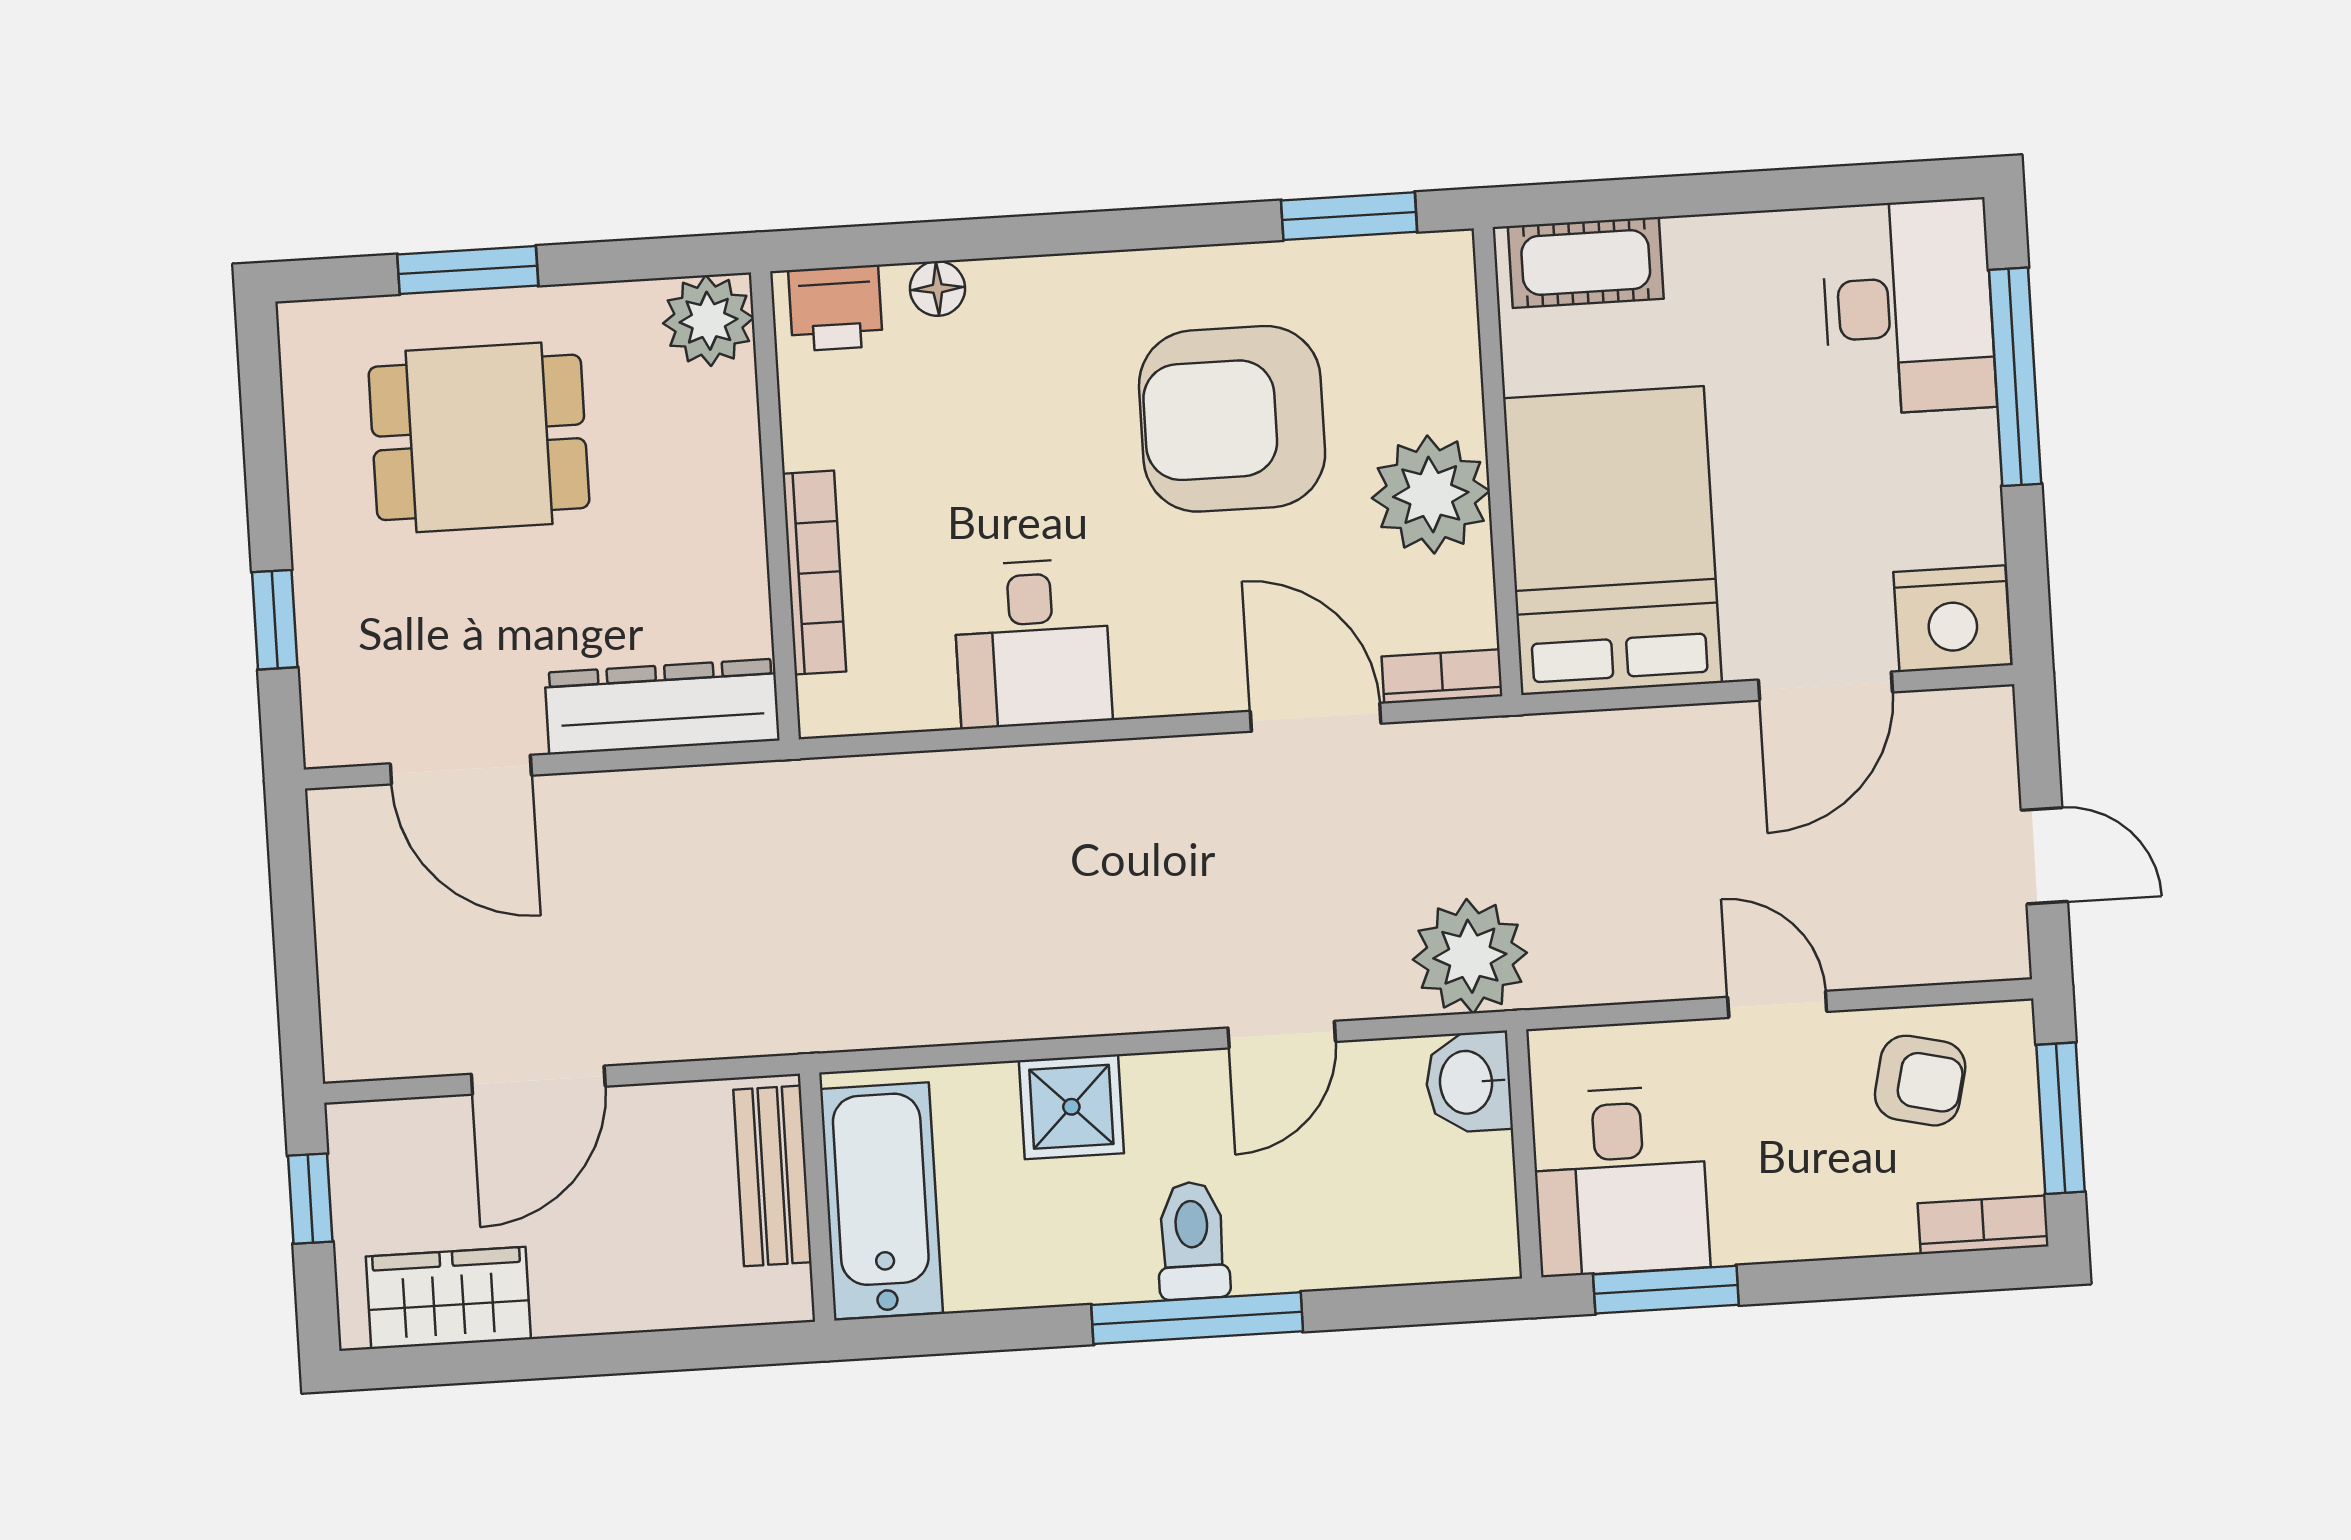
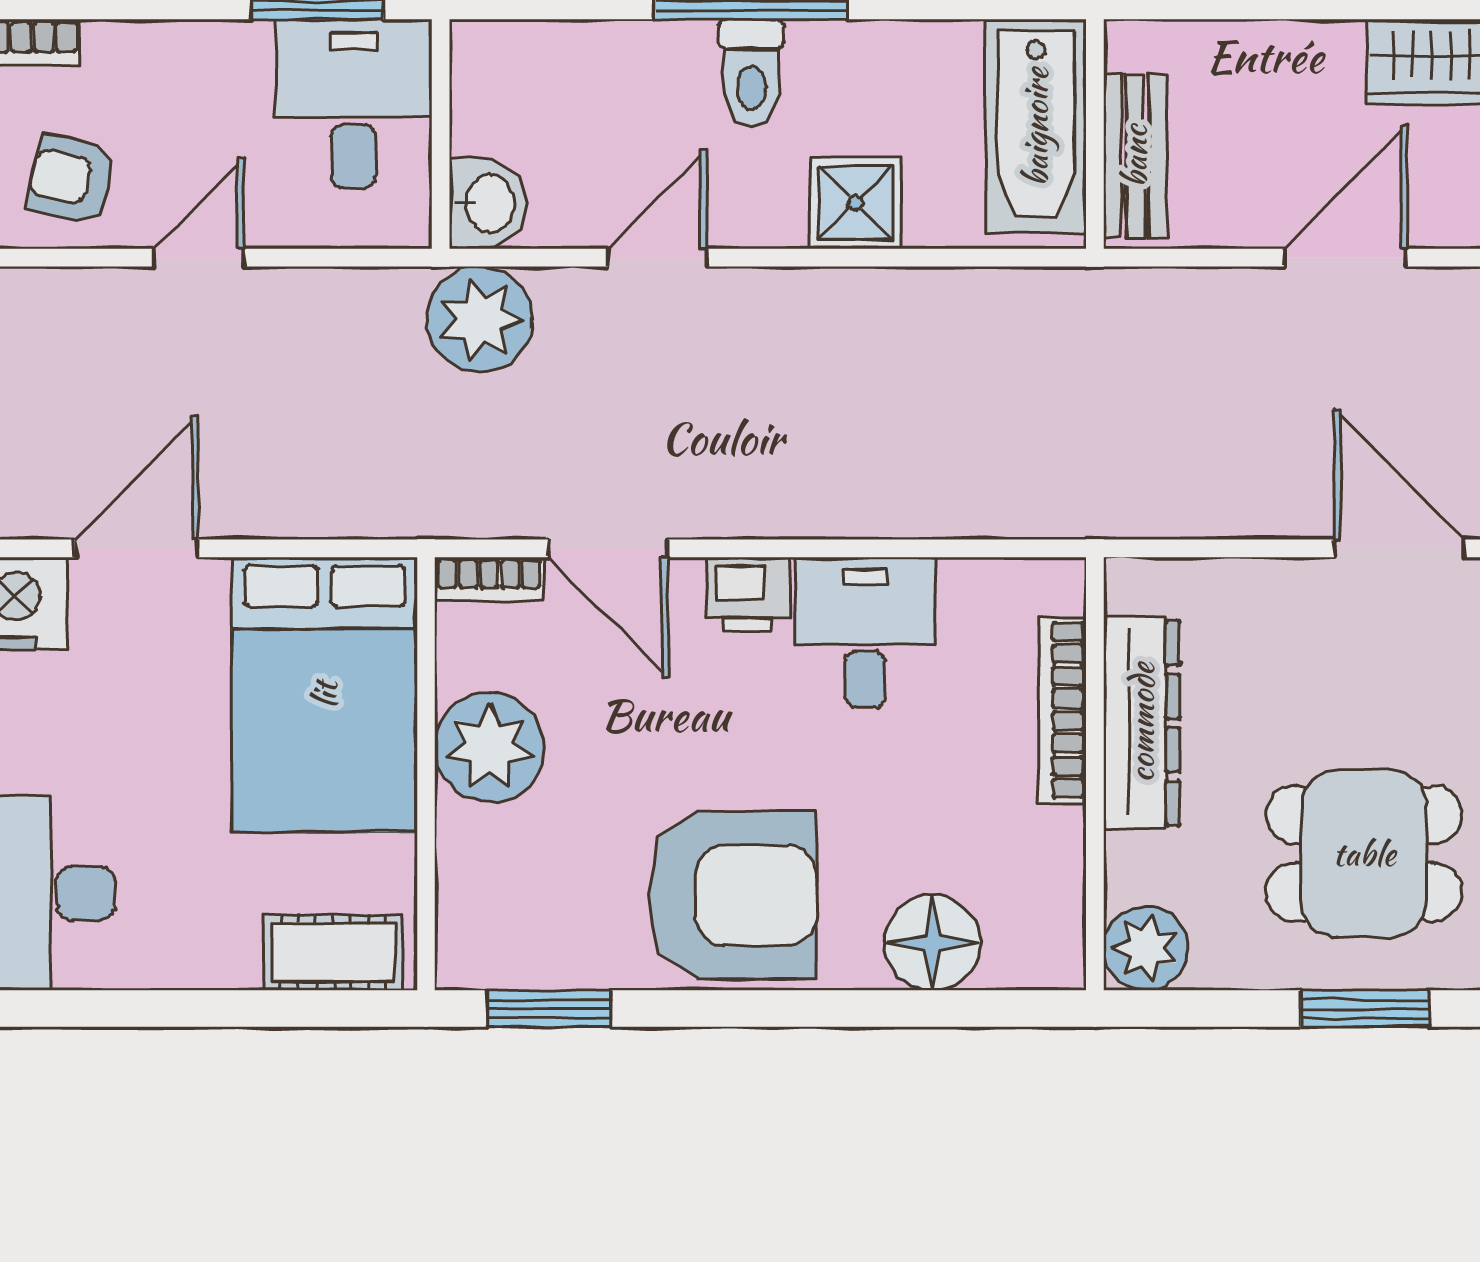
floor lamp: (938, 288) -> (933, 943), width x1.89, depth x1.89
printer: (836, 308) -> (748, 595), moved, turned 180
armchair: (1232, 419) -> (732, 895), moved
dresser: (662, 707) -> (1142, 723), moved, turned -90
door: (1777, 1004) -> (199, 258), swing flipped

